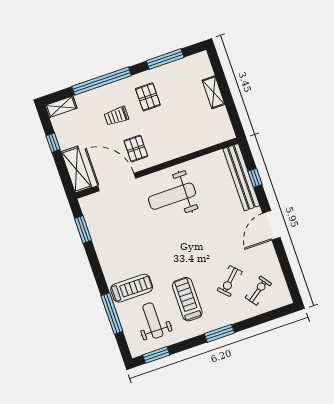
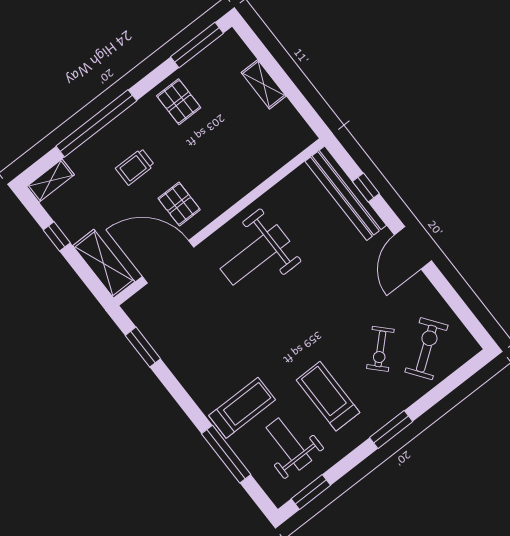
window: (165, 59) -> (197, 45), moved
pallet: (148, 97) -> (179, 102), moved
exercise bike: (258, 291) -> (426, 349), width x1.38, depth x1.39

